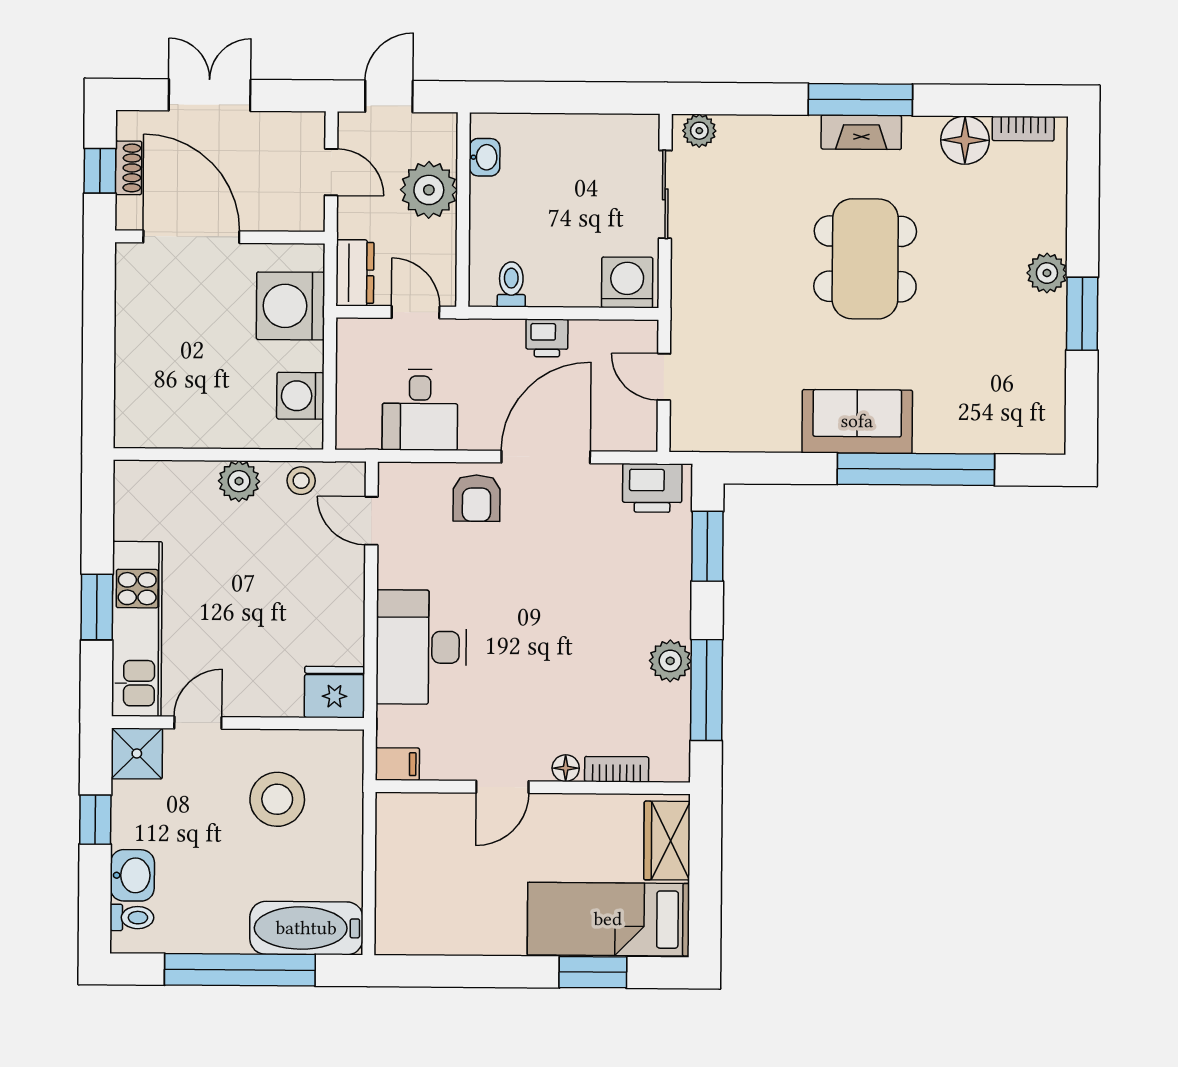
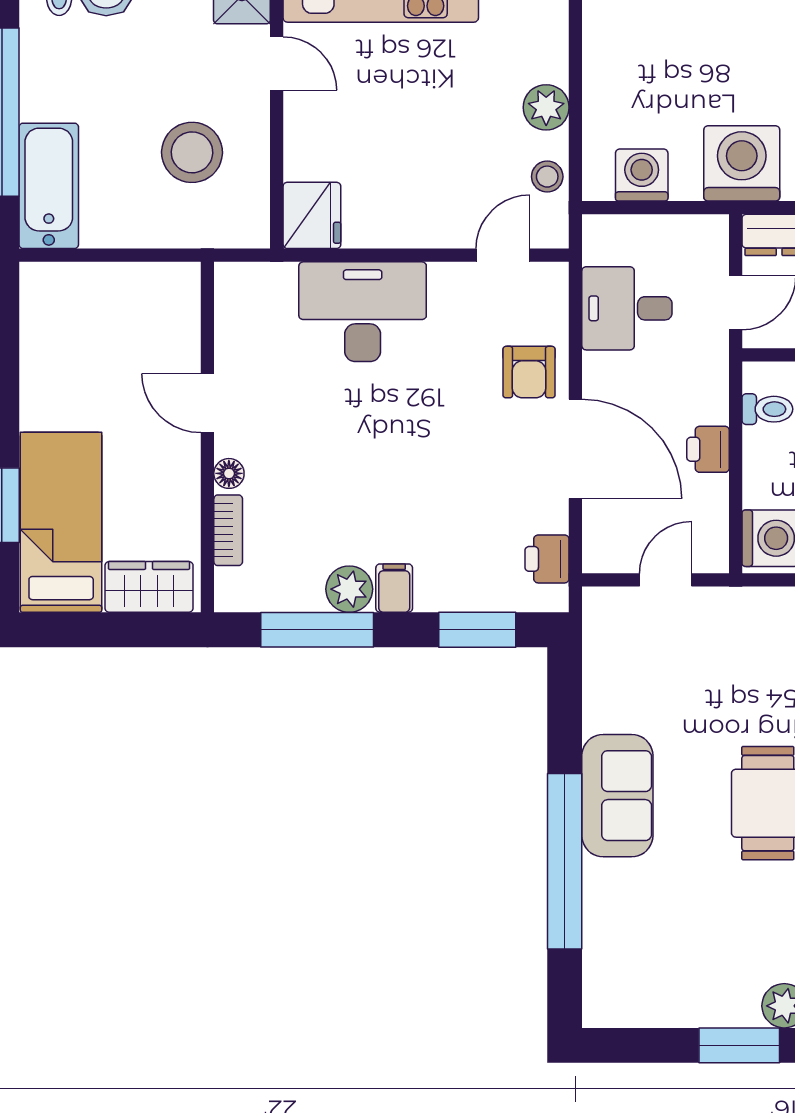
printer: (652, 488) -> (547, 559), width x0.73, depth x0.81
armchair: (477, 498) -> (529, 372), turned -90
filing cabinet: (397, 764) -> (394, 588), moved, turned 180

